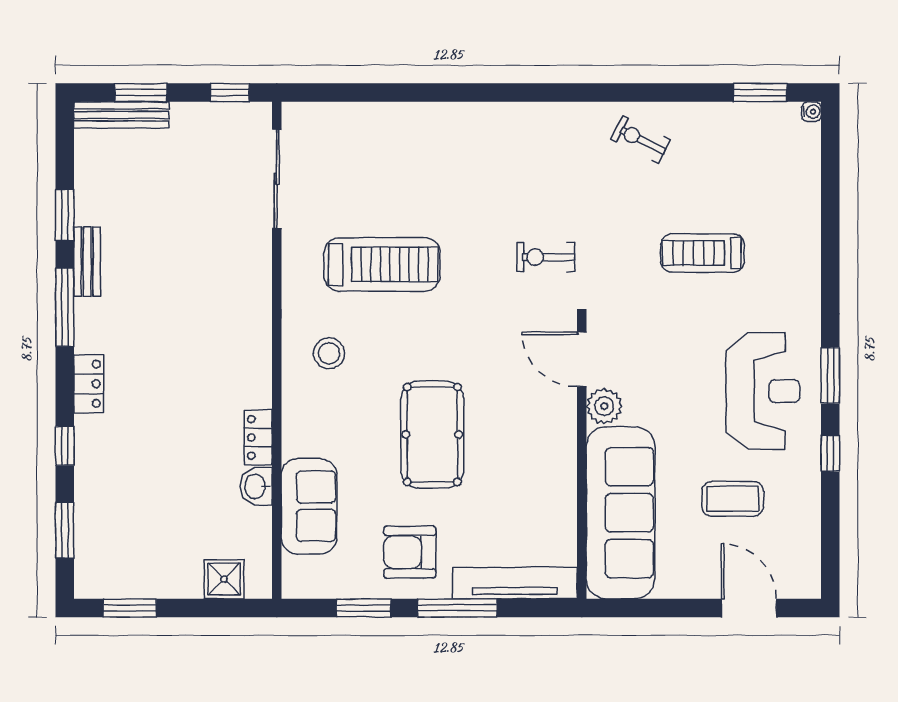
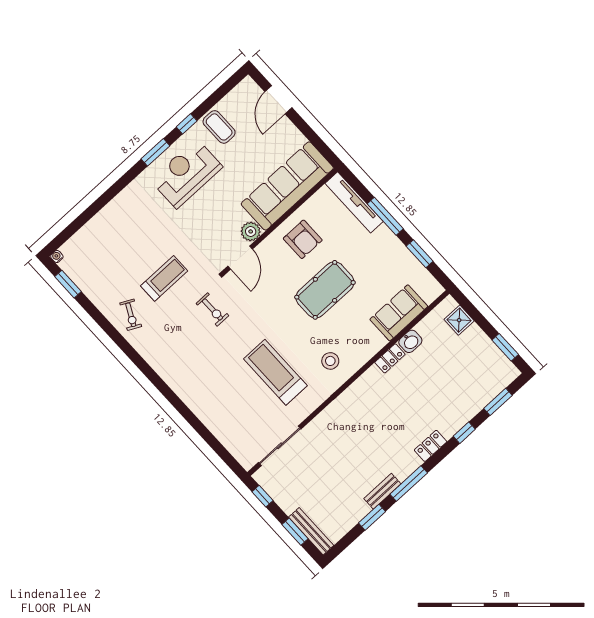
treadmill: (702, 253) -> (164, 278), moved, turned -90
coffee table: (733, 499) -> (219, 127), moved
armchair: (410, 552) -> (303, 239), moved

